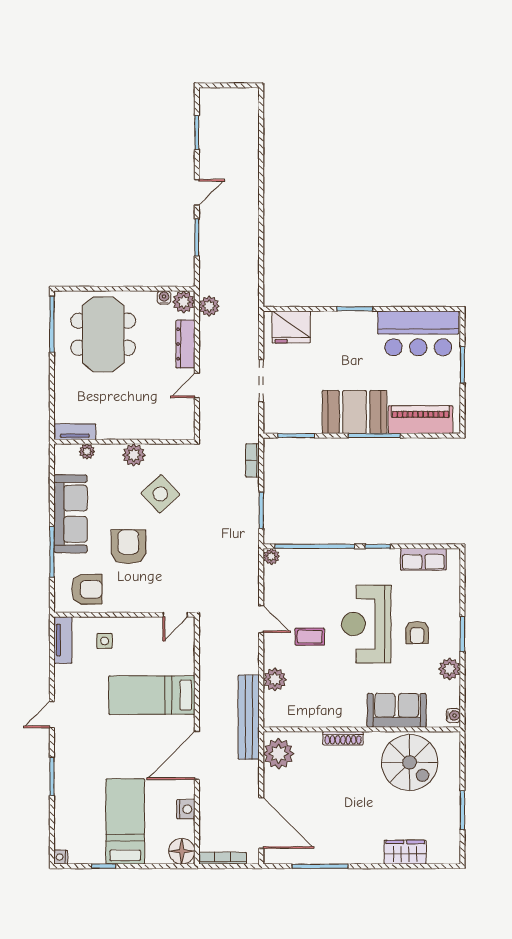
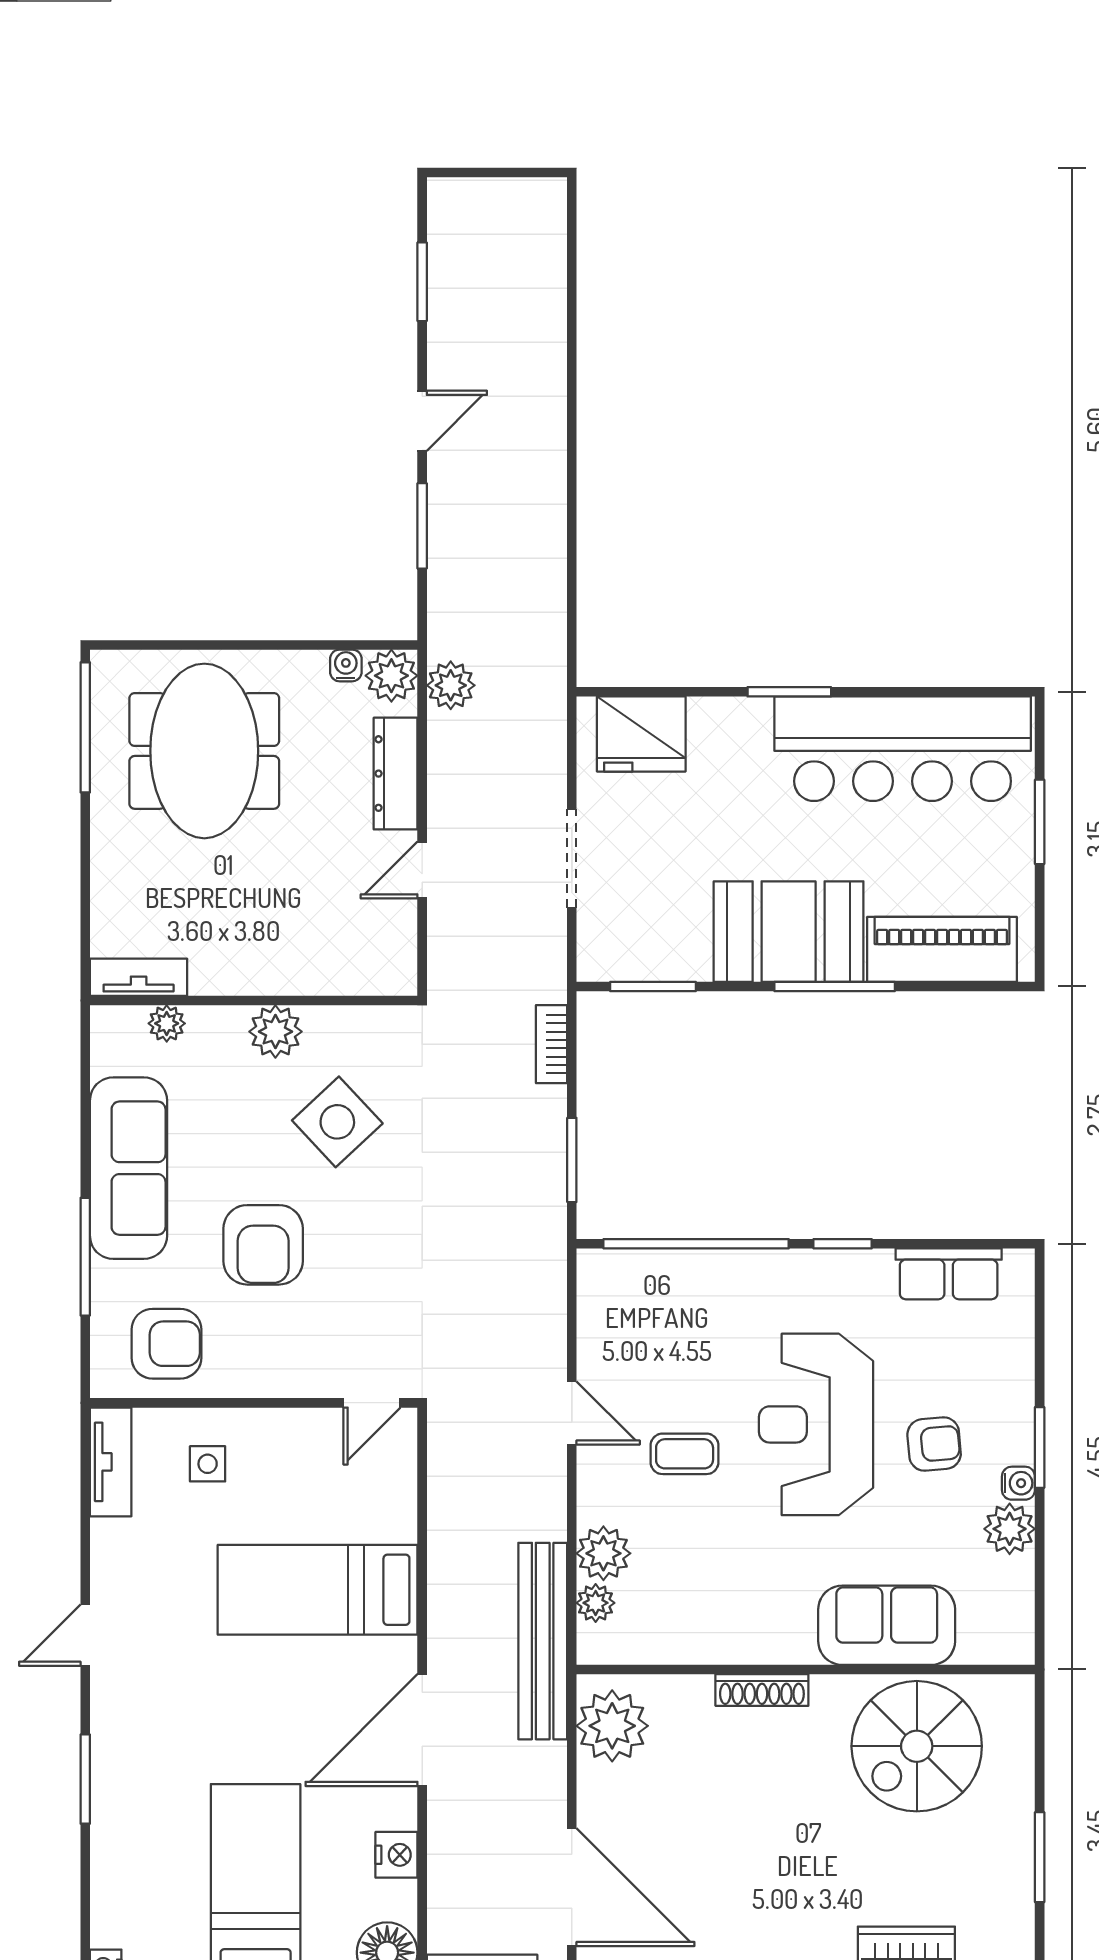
bar counter: (418, 333) -> (903, 749), width x1.36
armchair: (128, 547) -> (263, 1245), turned 180
plant: (271, 556) -> (596, 1603), moved
armchair: (417, 632) -> (934, 1444), turned -95
water cooler: (453, 716) -> (1018, 1483), moved
spiral stairs: (410, 762) -> (917, 1746), turned 90

